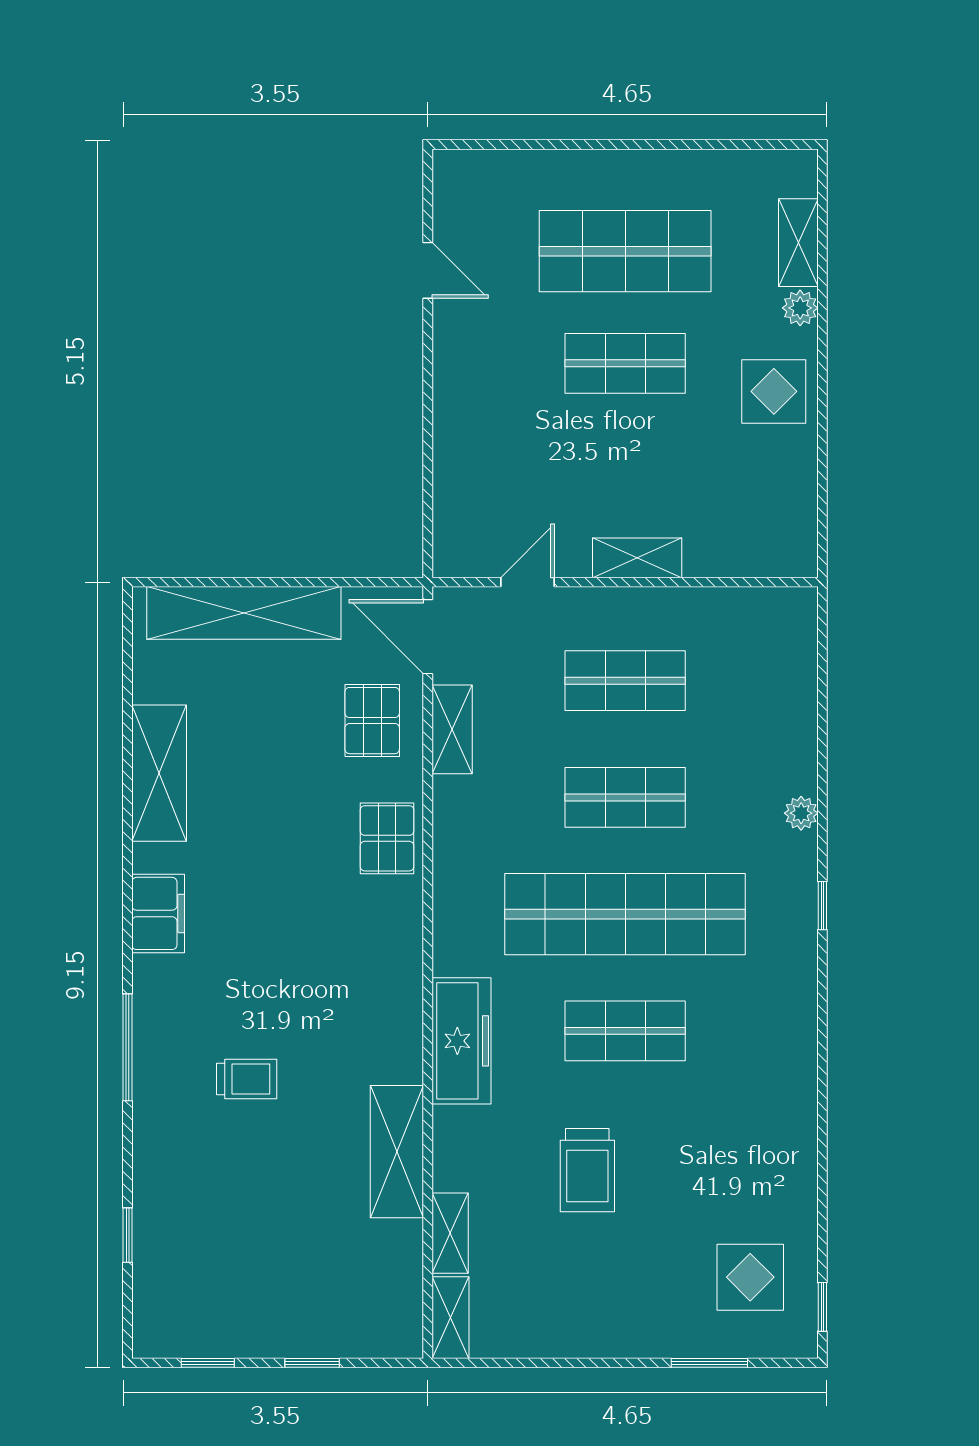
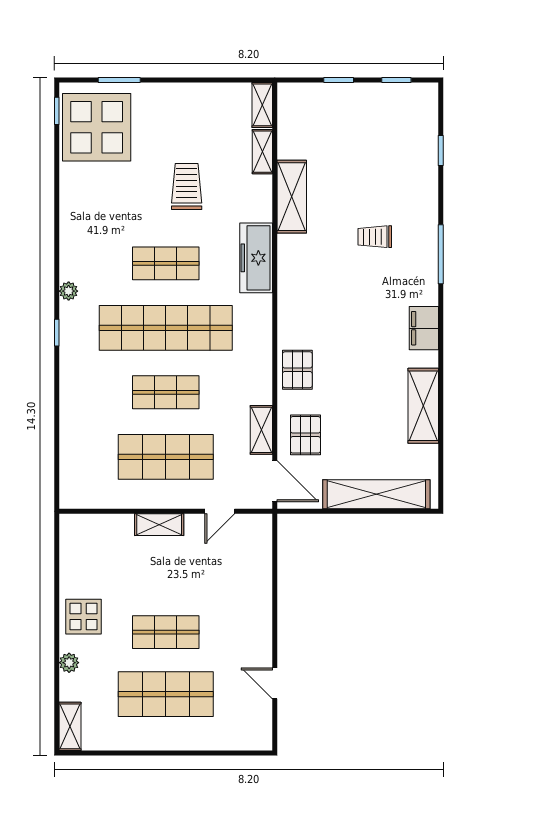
shelving: (798, 243) -> (70, 726), moved
shop shelf: (625, 681) -> (166, 457), width x1.43, depth x1.36
plant: (801, 813) -> (69, 291), moved
display table: (750, 1277) -> (97, 127), width x1.86, depth x1.86

